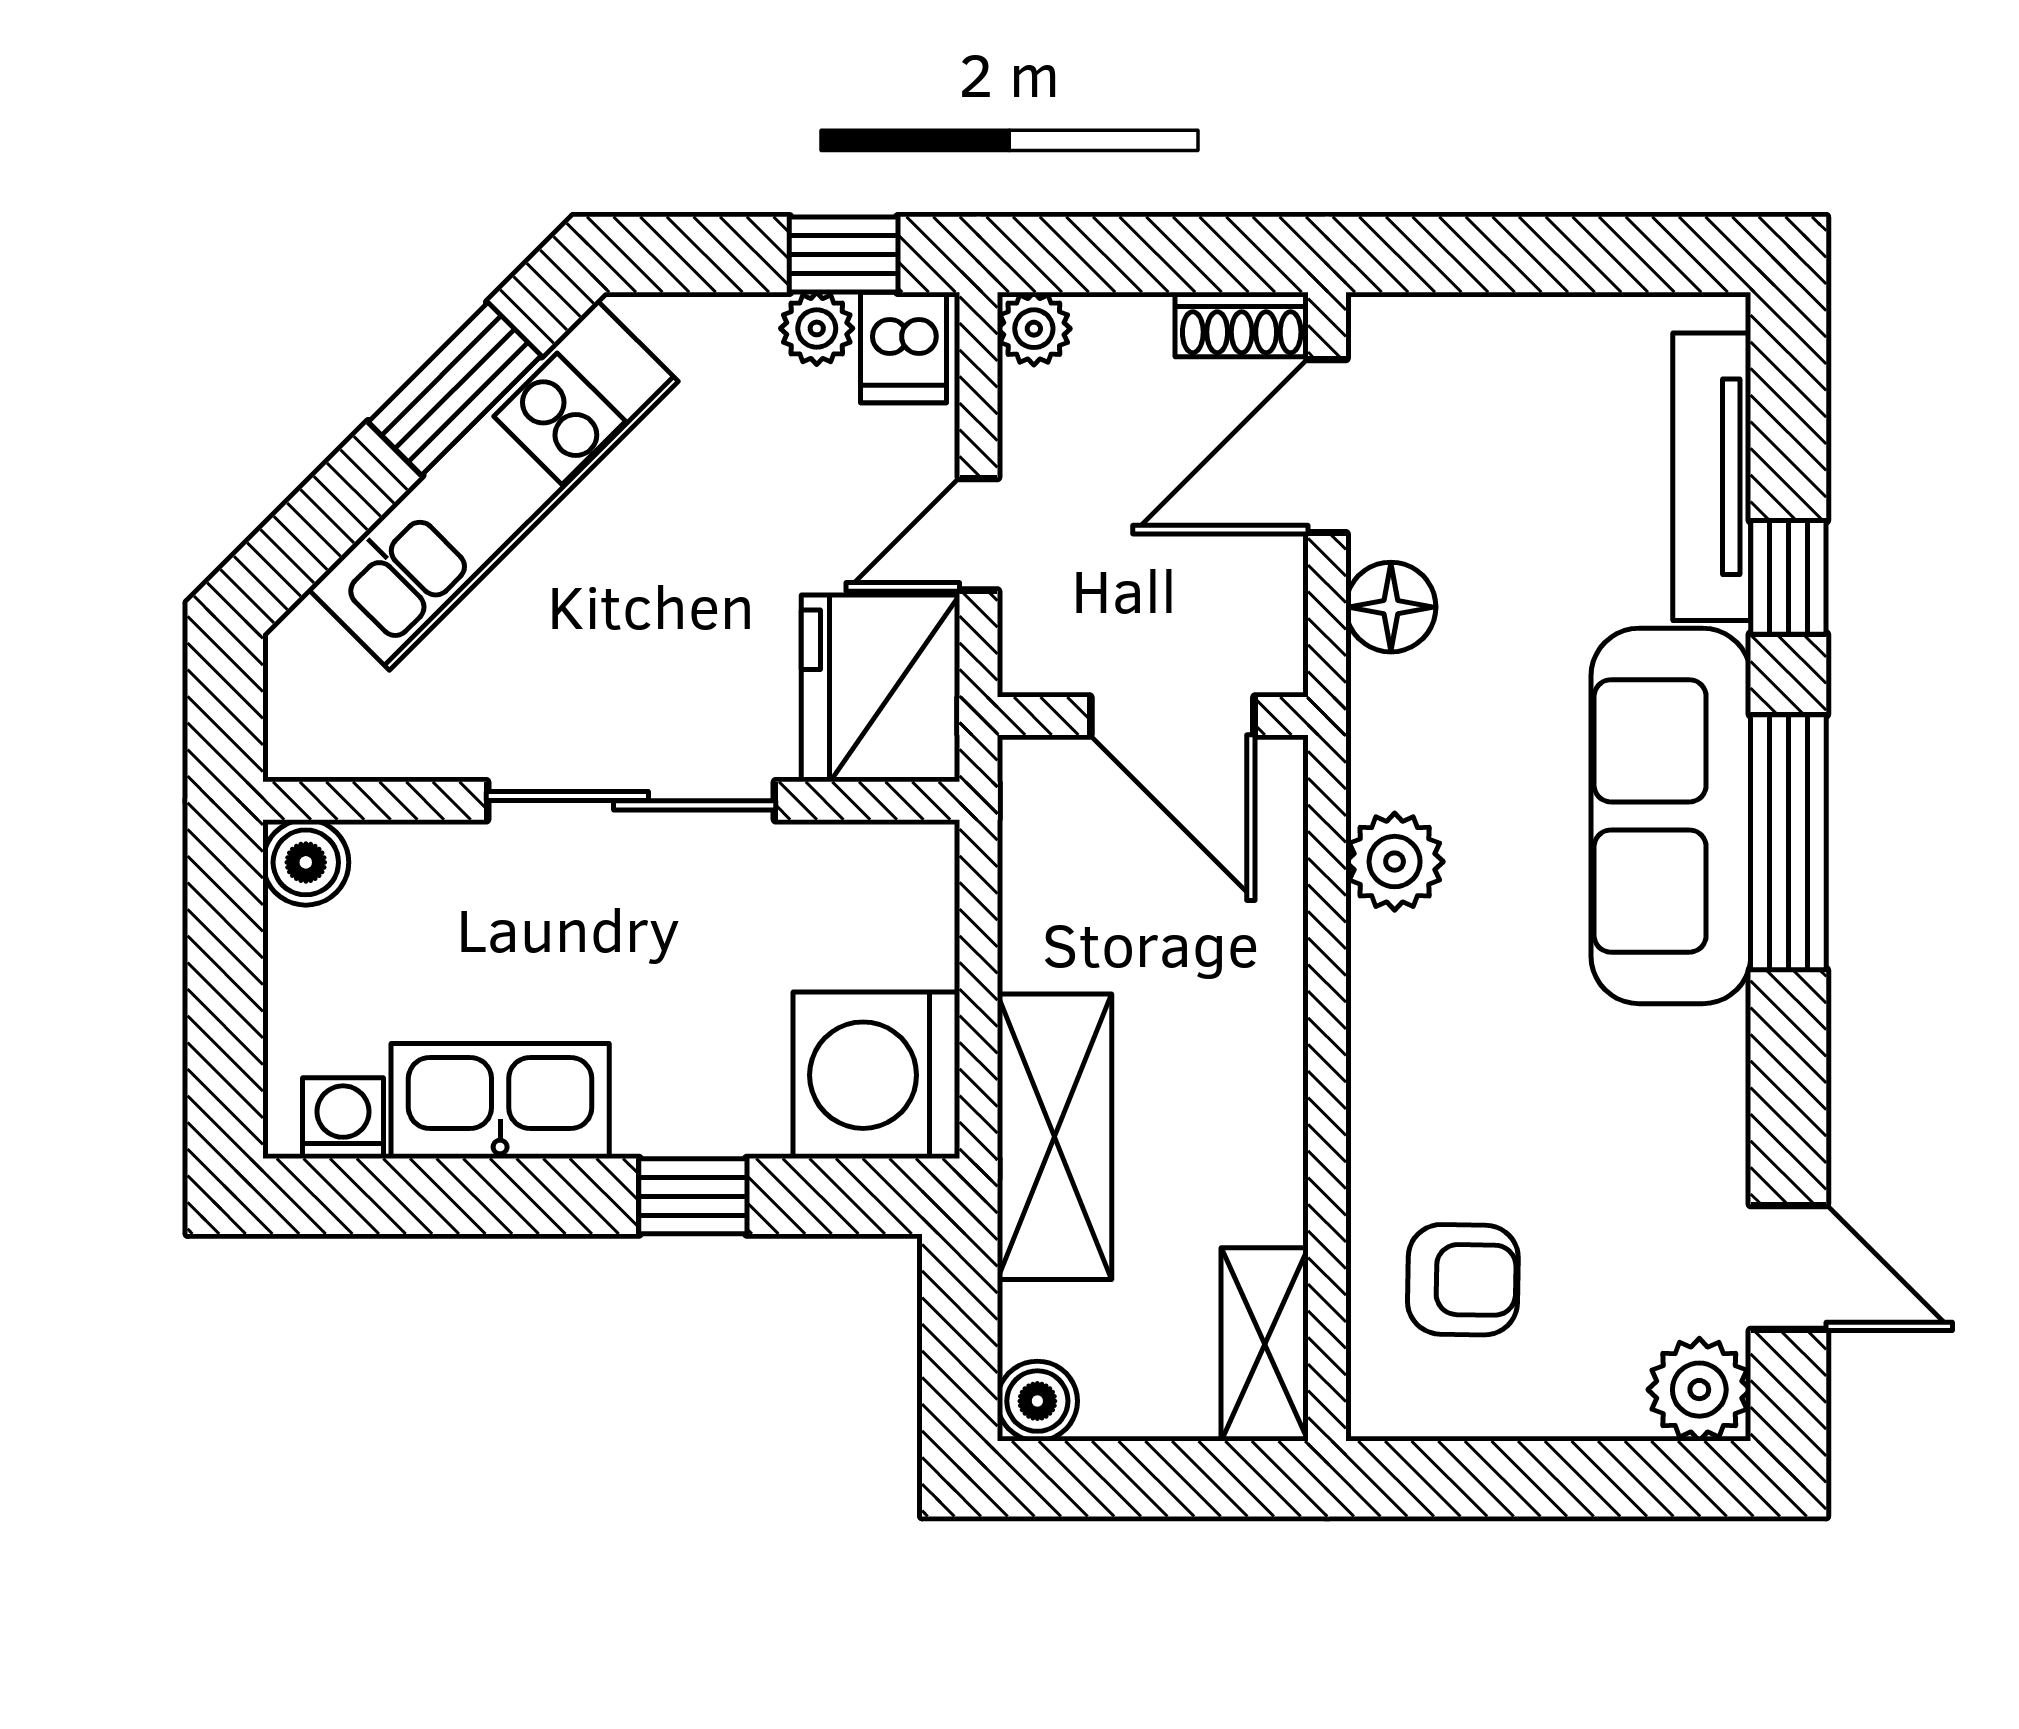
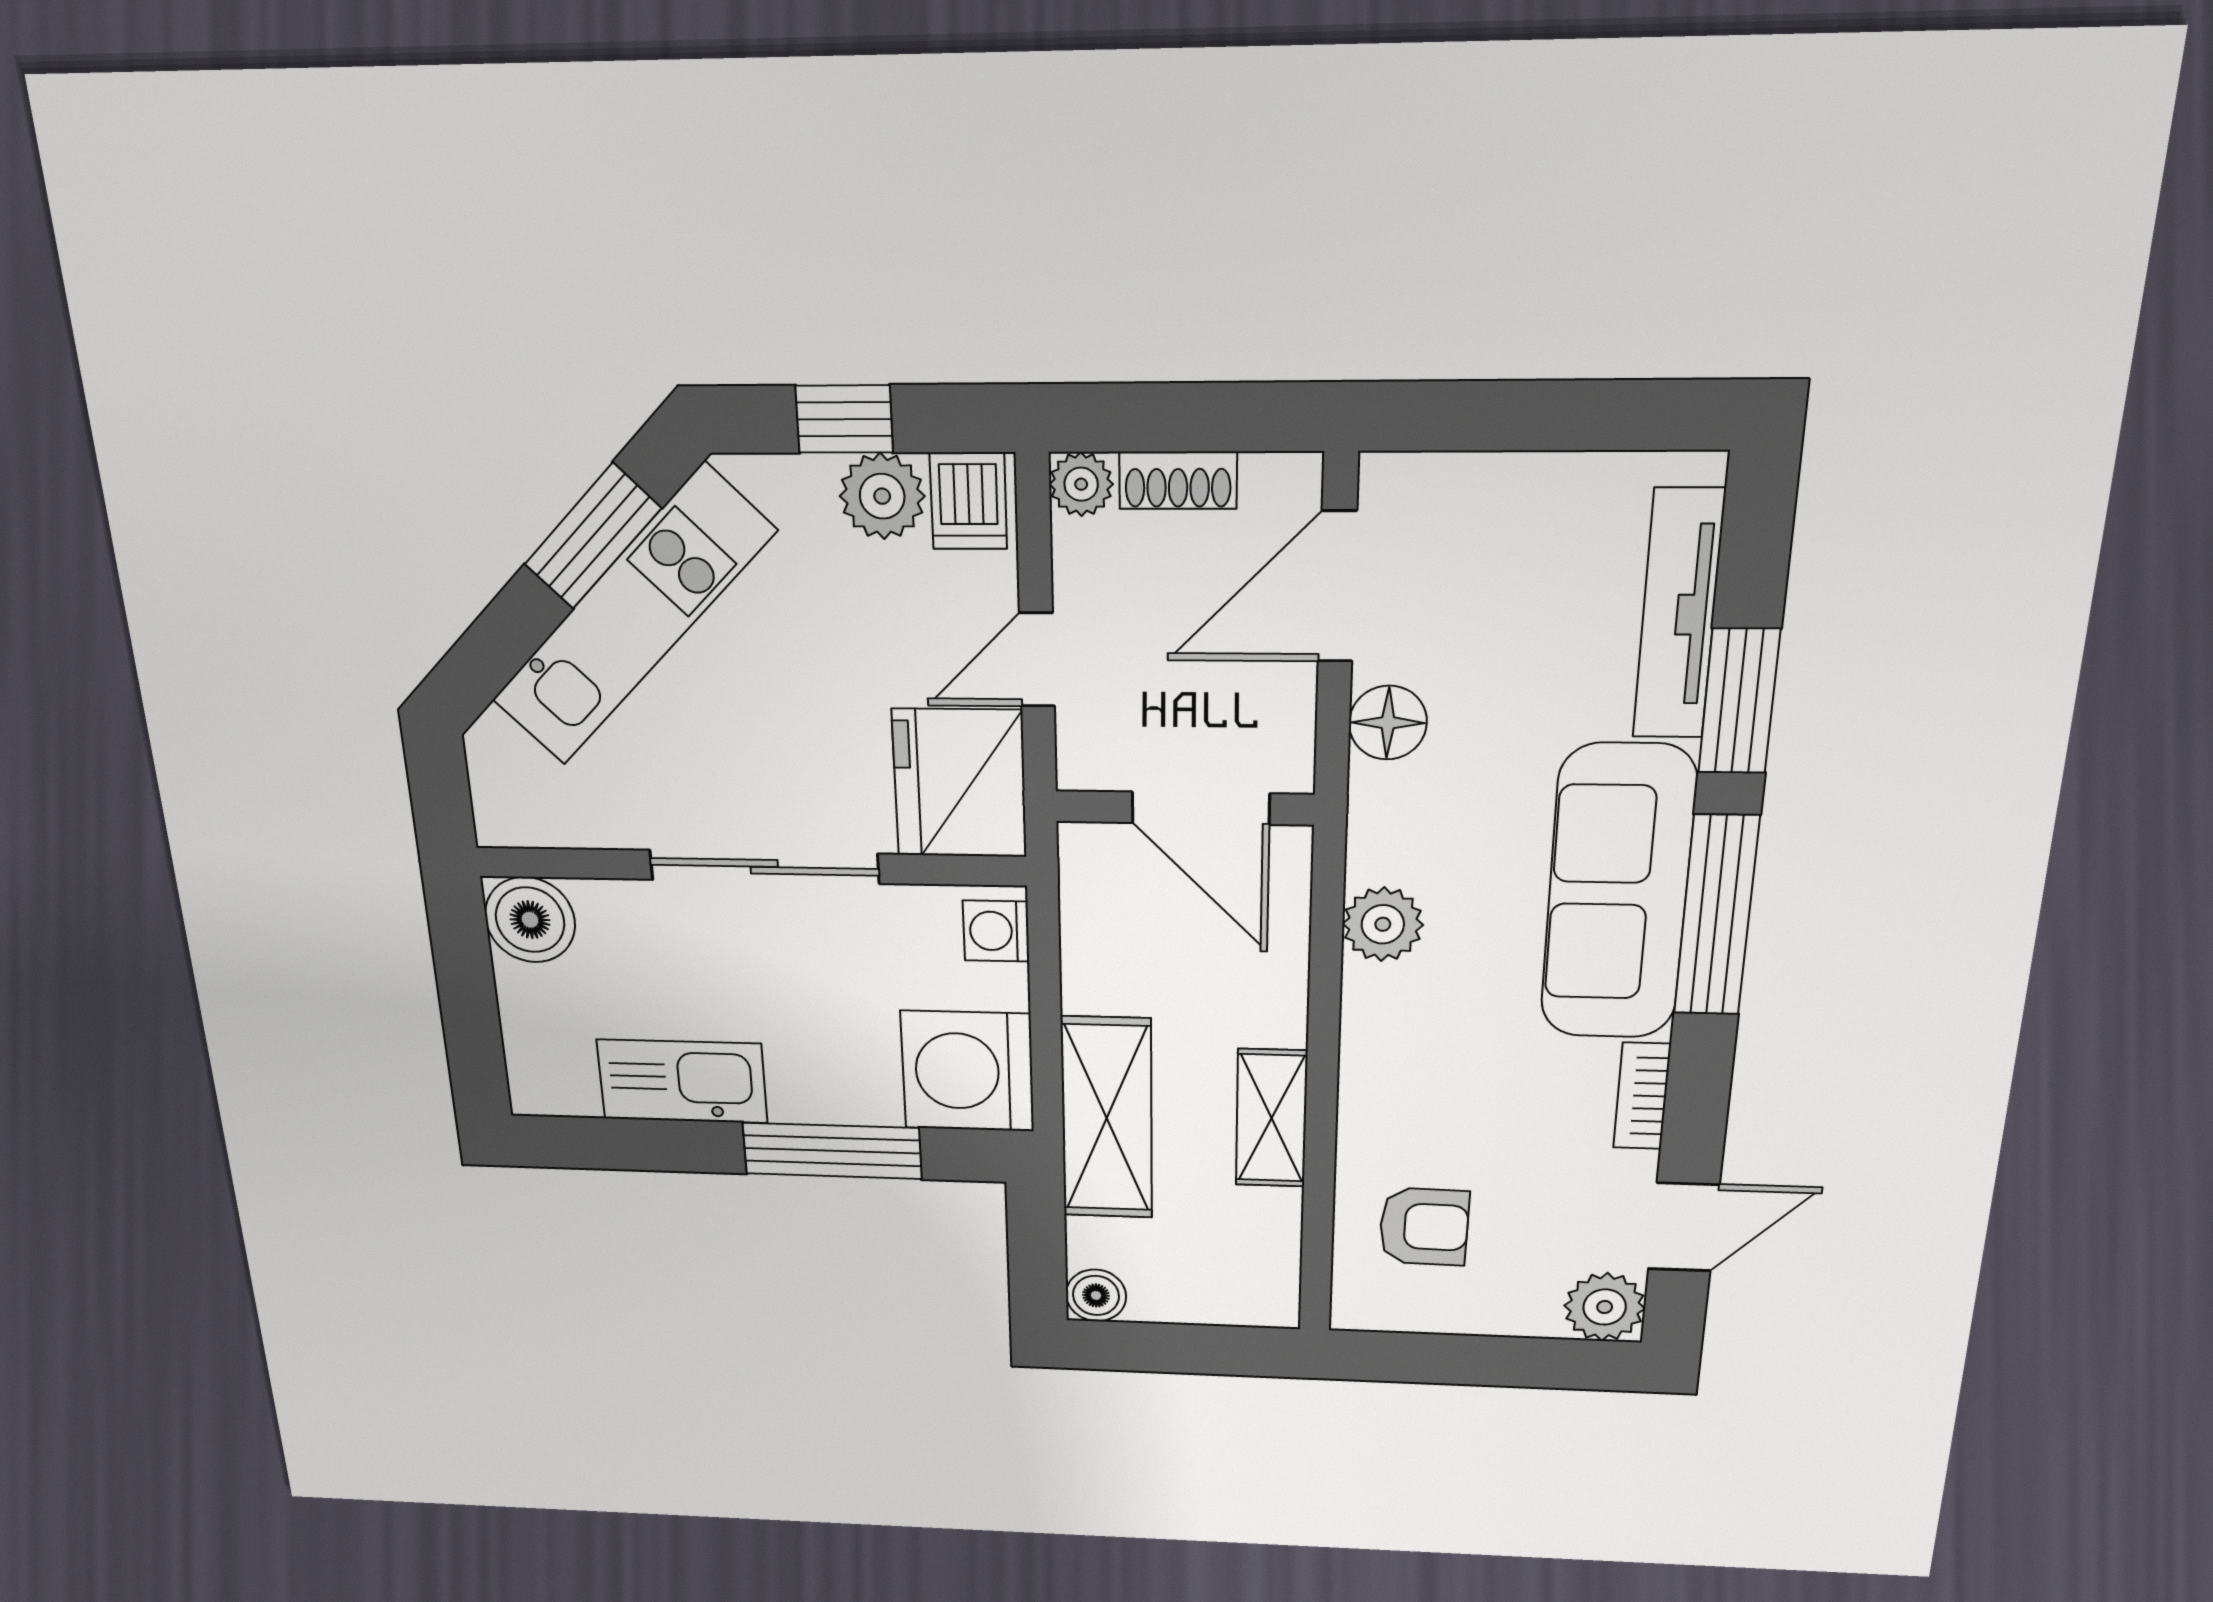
window: (844, 255) -> (844, 419), moved
shoe rack: (1242, 324) -> (1178, 480), moved
plant: (817, 328) -> (882, 496), width x1.38, depth x1.38
window: (1788, 577) -> (1739, 701), width x1.50
boiler: (306, 862) -> (530, 920), width x1.36, depth x1.36
bookcase: (1722, 1084) -> (1642, 1096), added
washing machine: (343, 1118) -> (996, 931), moved, turned -90
window: (693, 1196) -> (832, 1151), width x2.17
door: (1788, 1268) -> (1684, 1227), hinge flipped
shelving: (1265, 1344) -> (1271, 1118), moved

